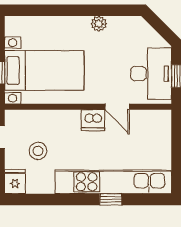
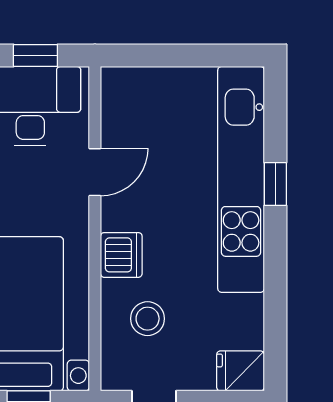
dishwasher: (93, 120) -> (121, 255), moved
stool: (38, 151) -> (148, 319), moved

